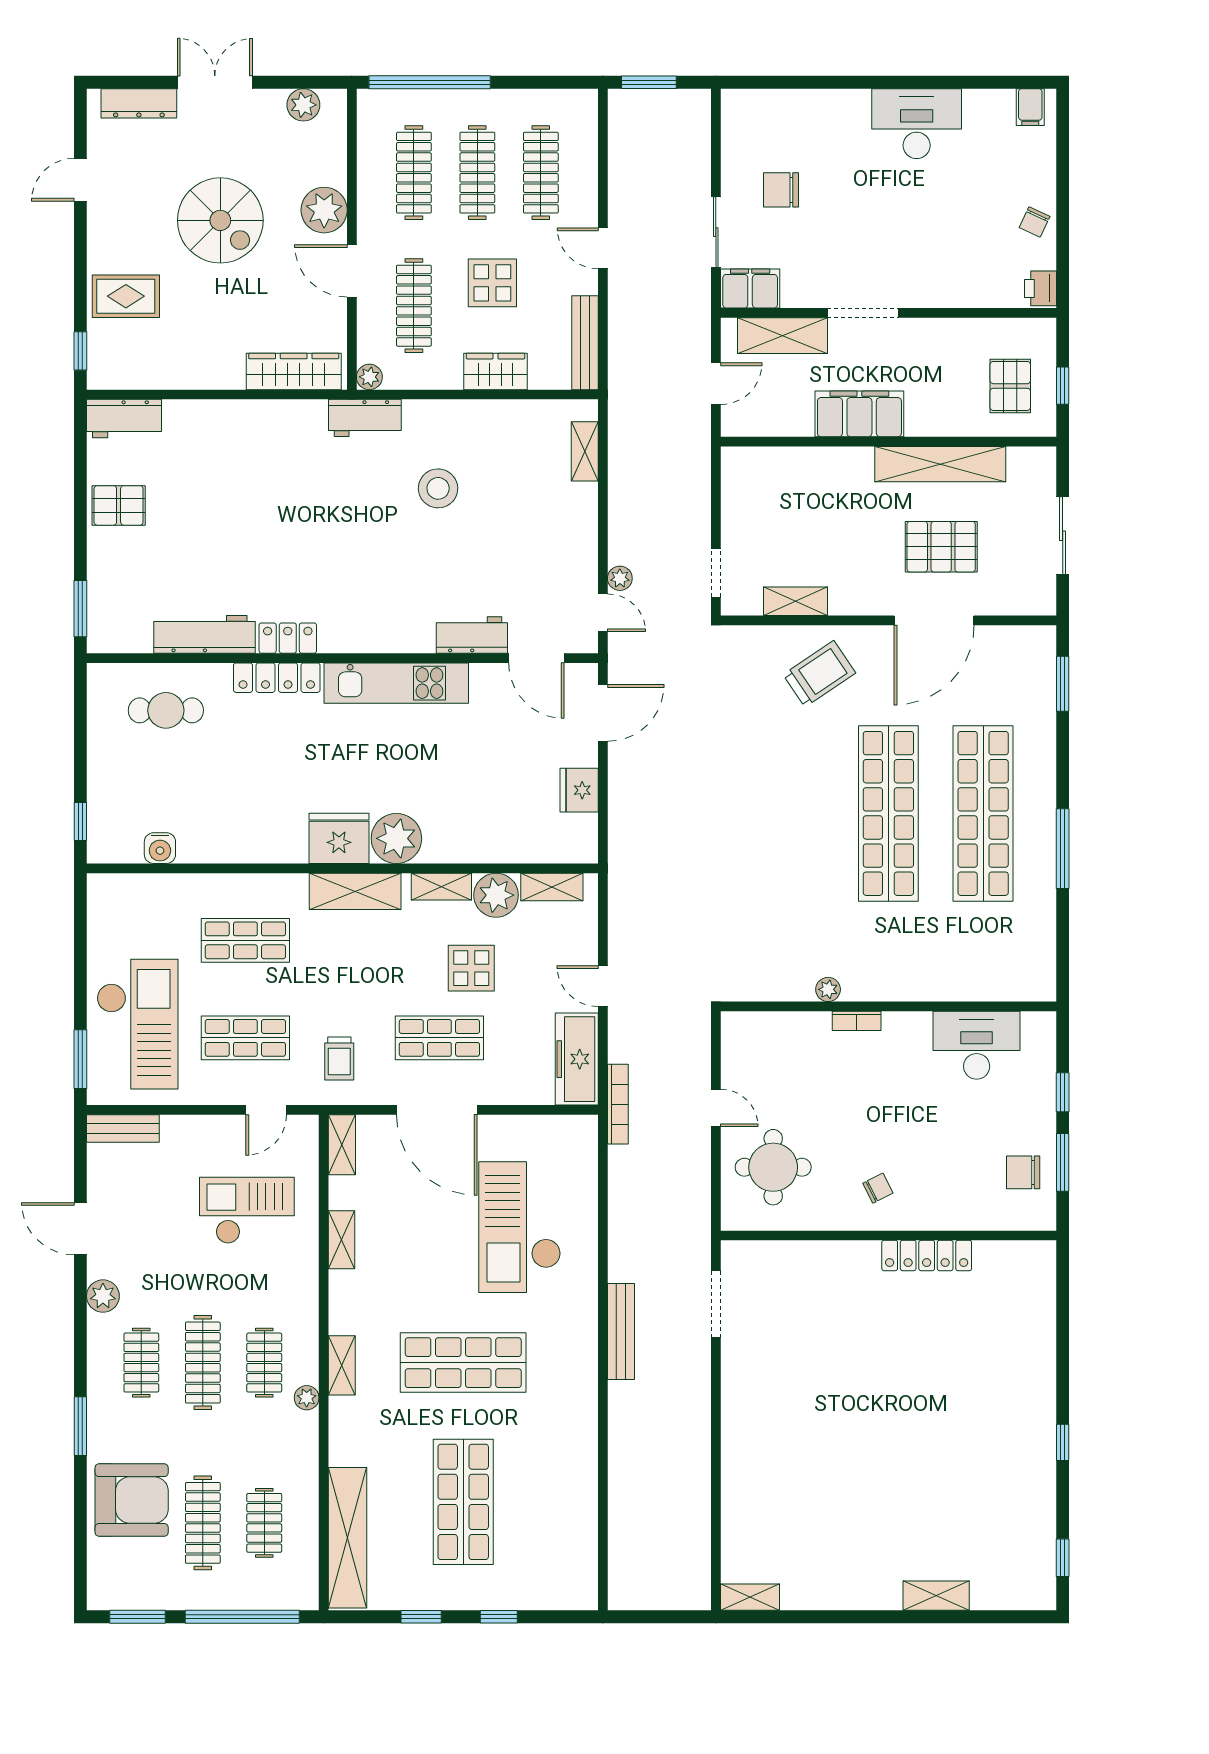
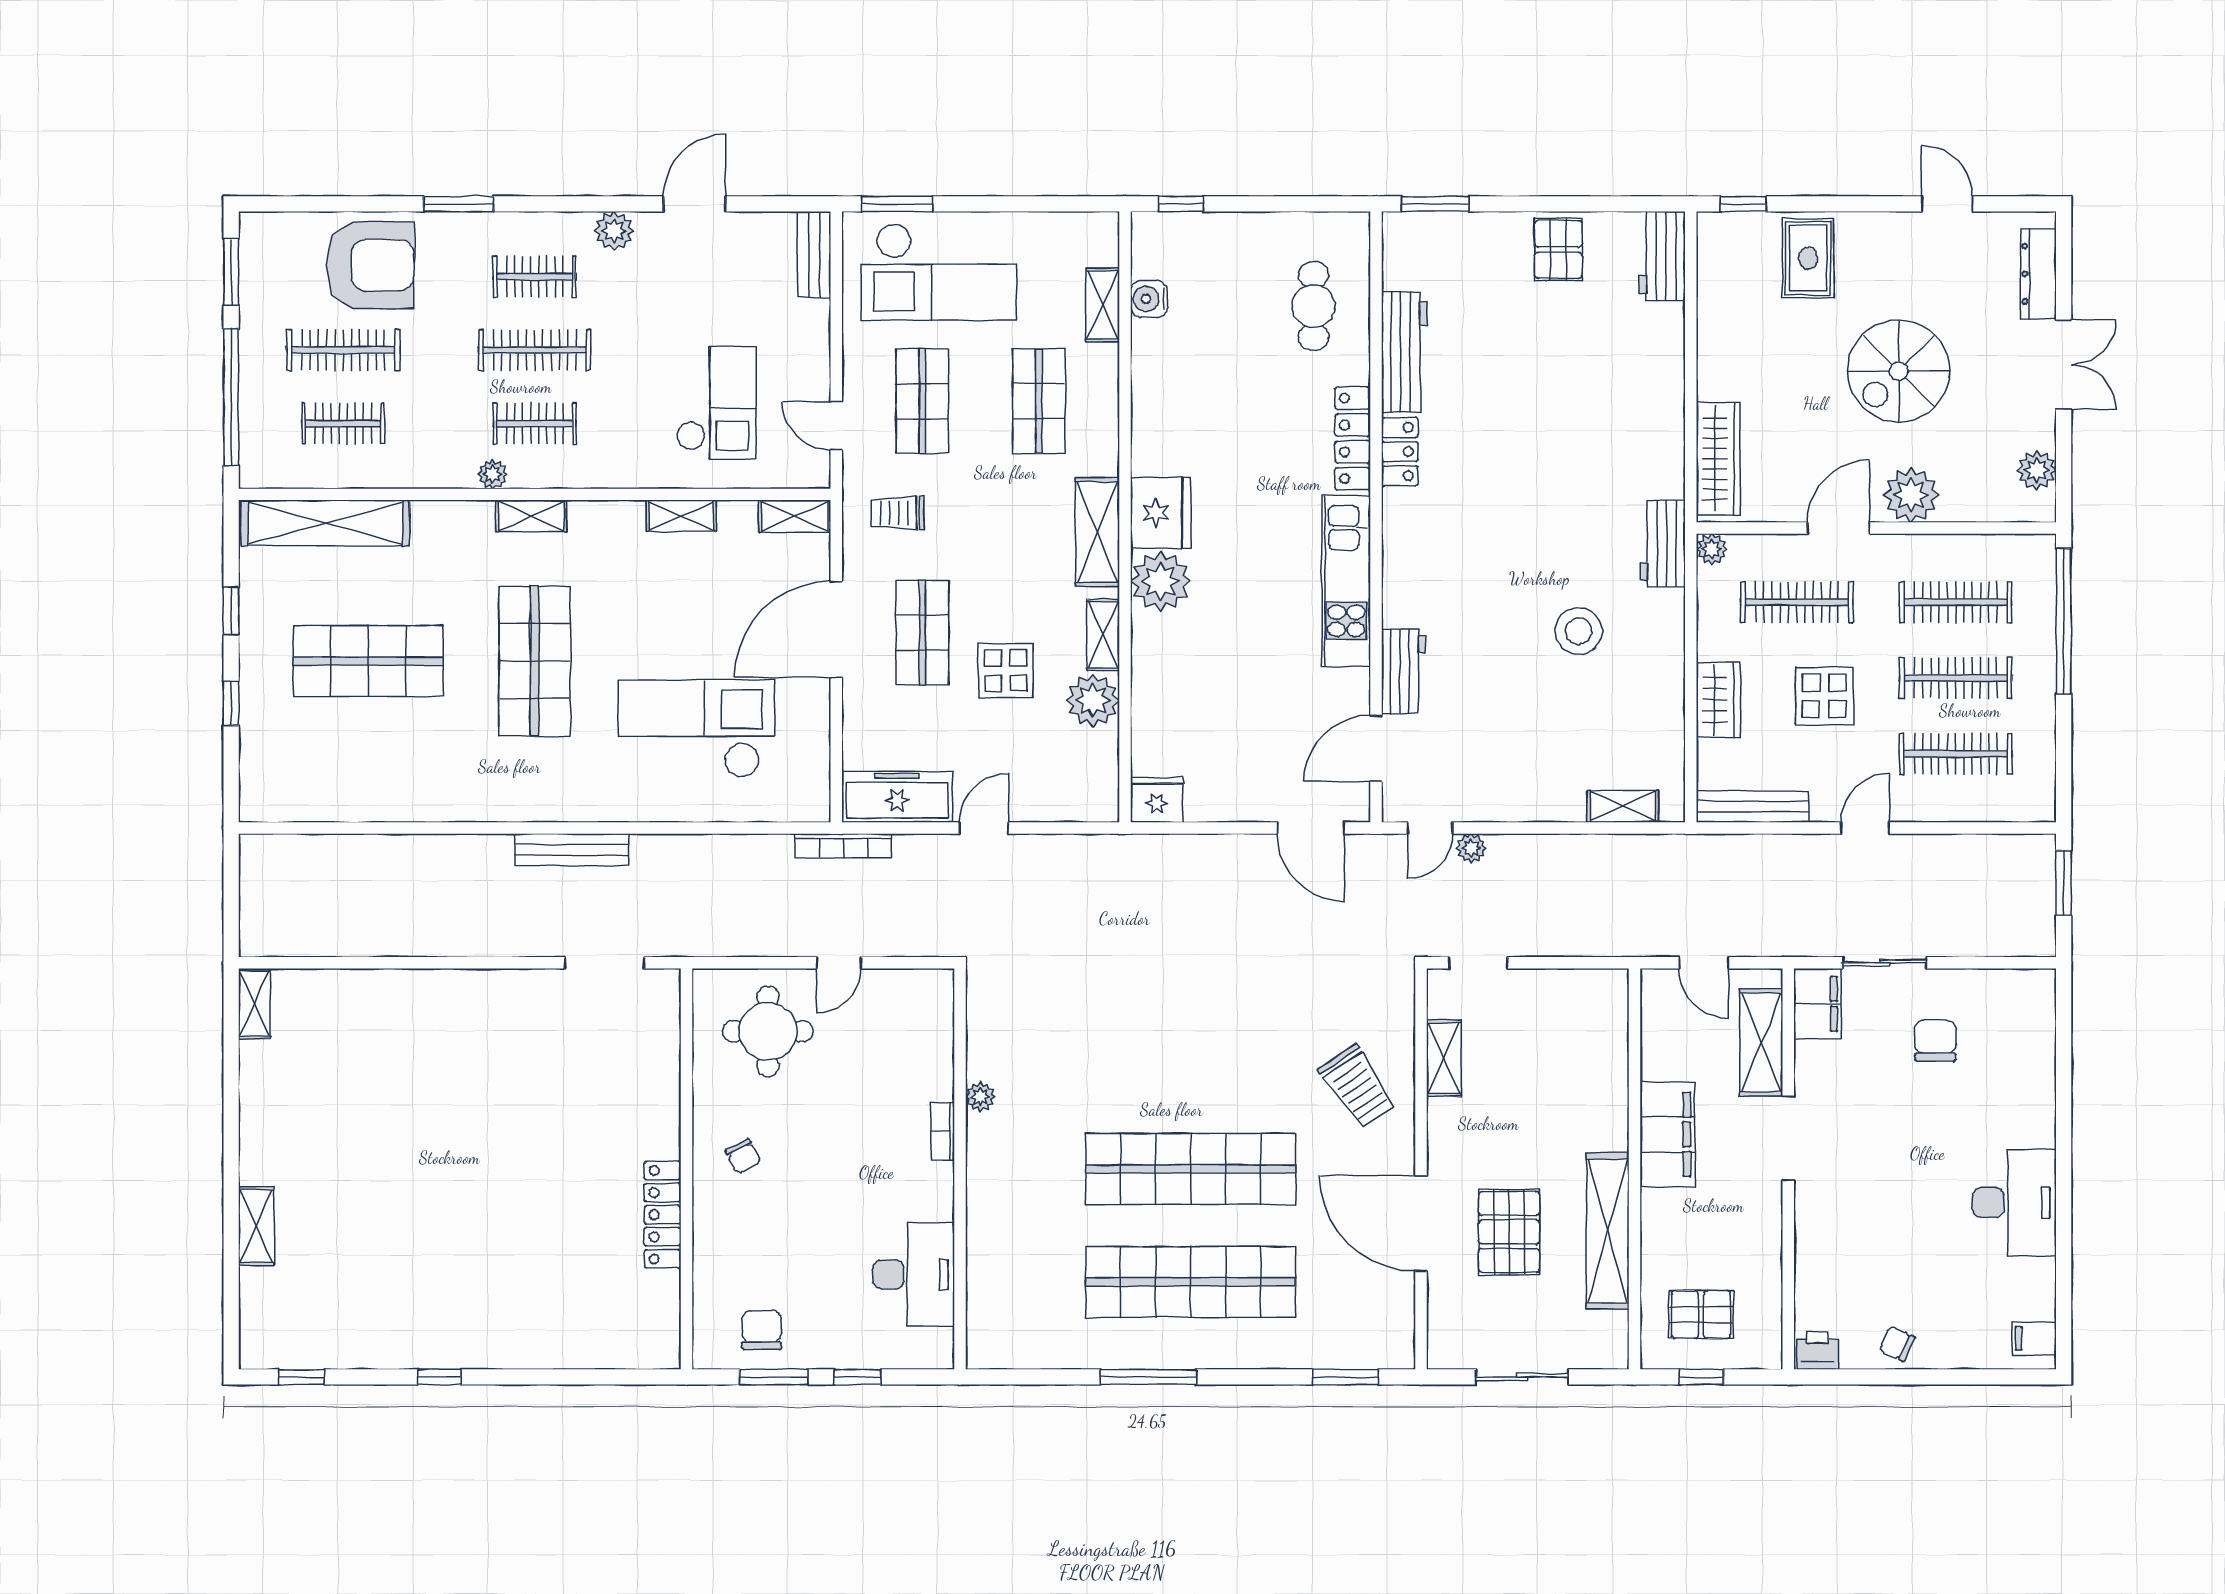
fridge: (579, 790) -> (1157, 800), moved
shelving: (552, 887) -> (1103, 305), moved
armchair: (132, 1500) -> (370, 265), turned -90

